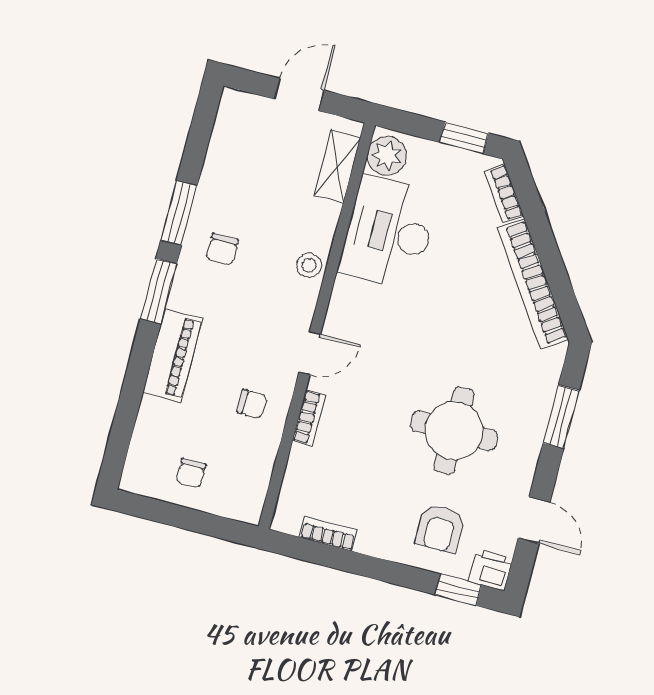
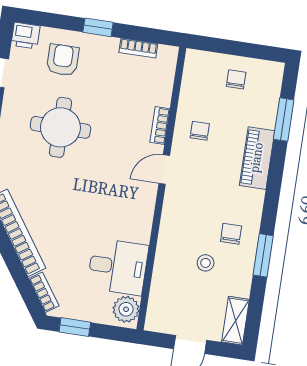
shelving: (337, 167) -> (236, 321), moved
desk: (389, 233) -> (118, 267), width x0.73
stool: (309, 265) -> (206, 263), moved
window: (158, 291) -> (284, 120), moved
chair: (252, 404) -> (200, 131), turned 90
window: (458, 590) -> (98, 27), moved

